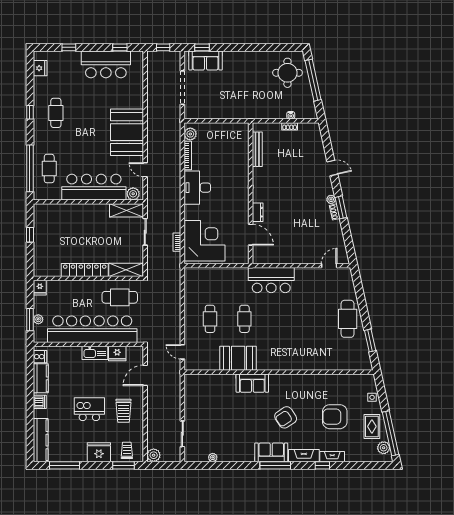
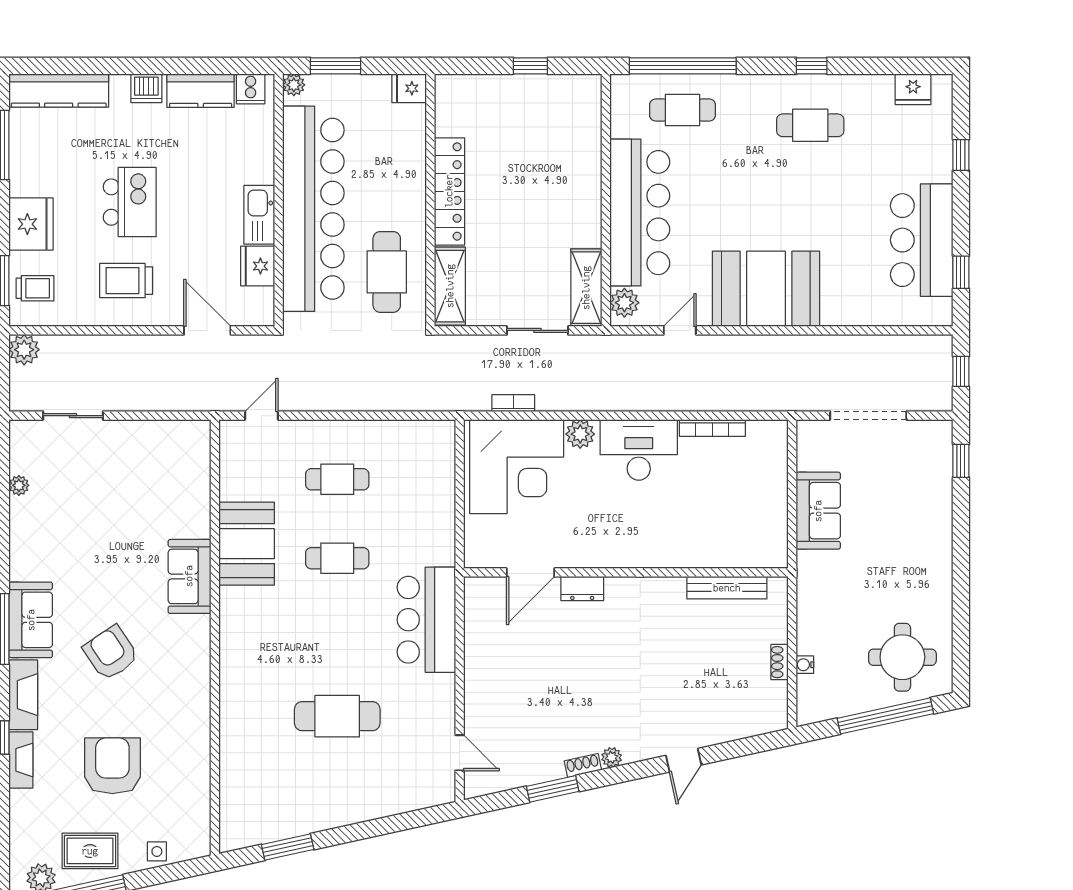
sofa: (205, 60) -> (818, 511), moved, turned 180
plant: (190, 134) -> (580, 434), moved
window: (341, 207) -> (553, 789), moved
plant: (38, 319) -> (294, 85), moved
cafe table: (348, 319) -> (337, 716), moved

